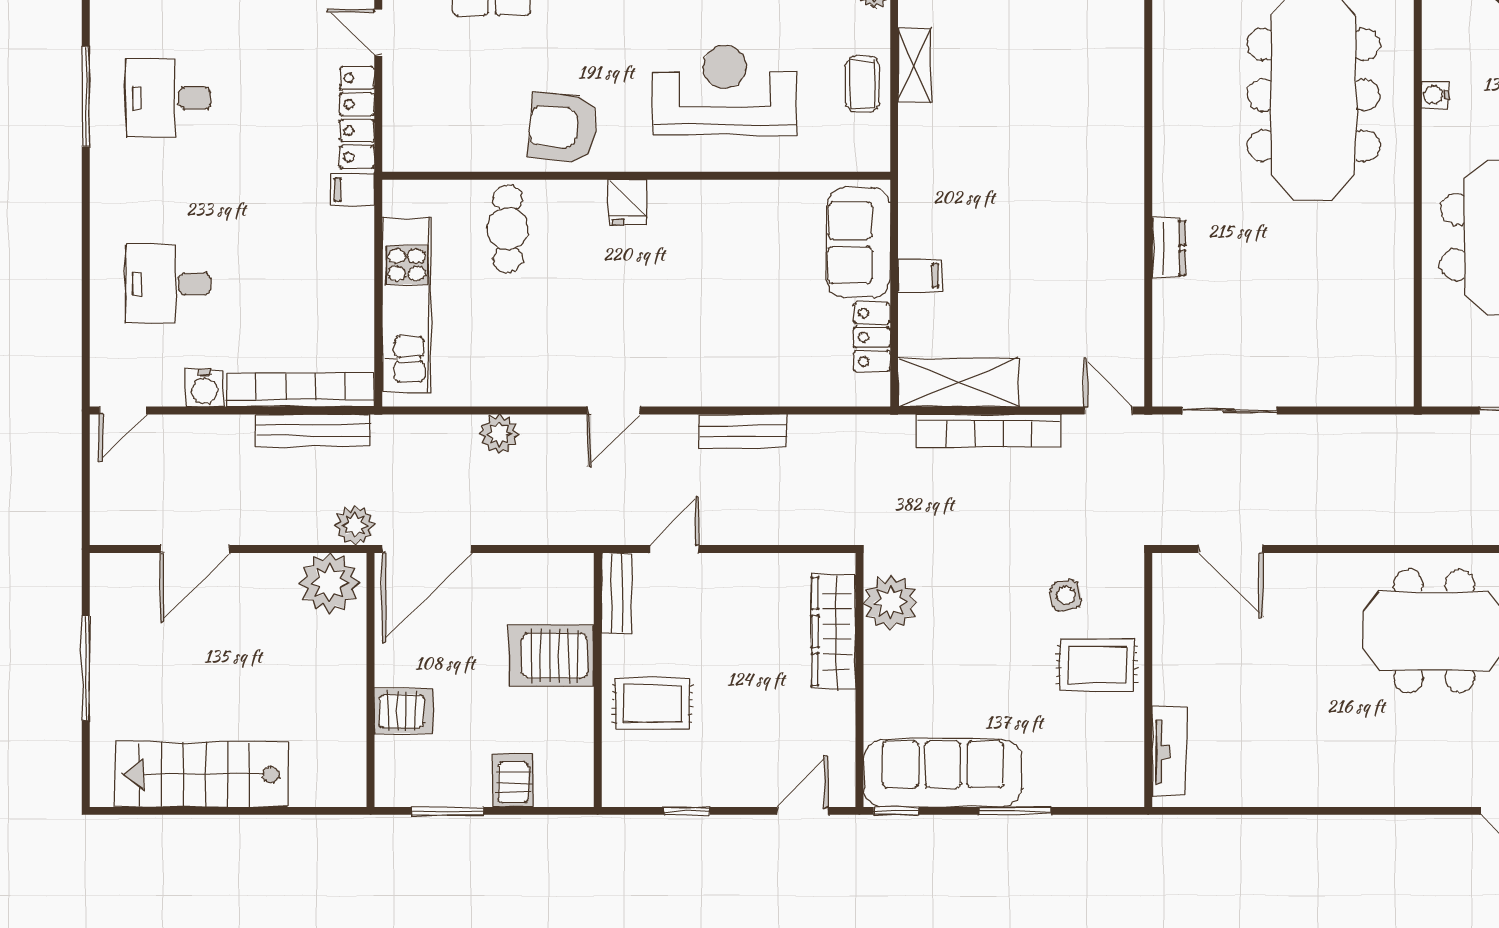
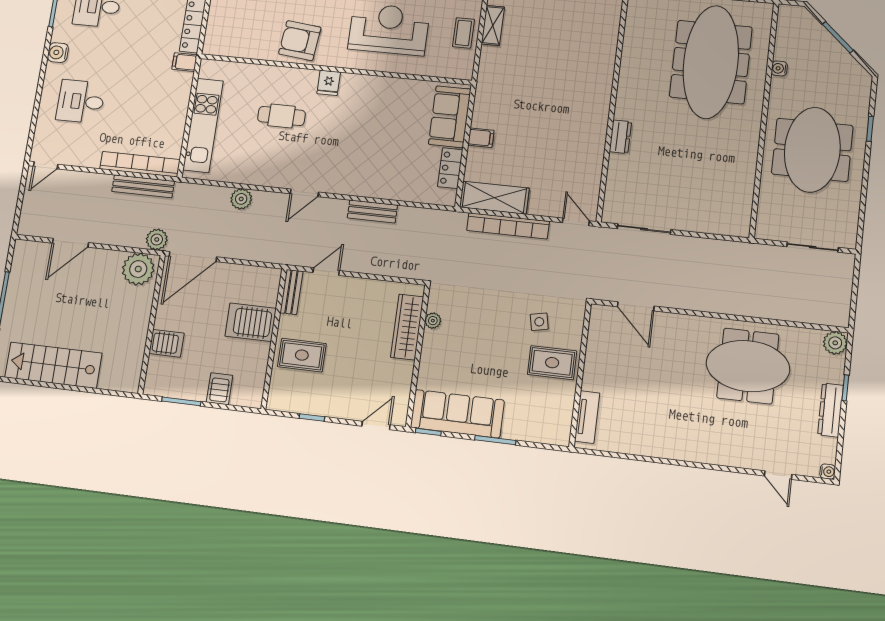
cafe table: (508, 229) -> (281, 116), moved, turned 90
water cooler: (204, 388) -> (58, 53), moved, turned 90
plant: (890, 602) -> (433, 321), width x0.53, depth x0.53

